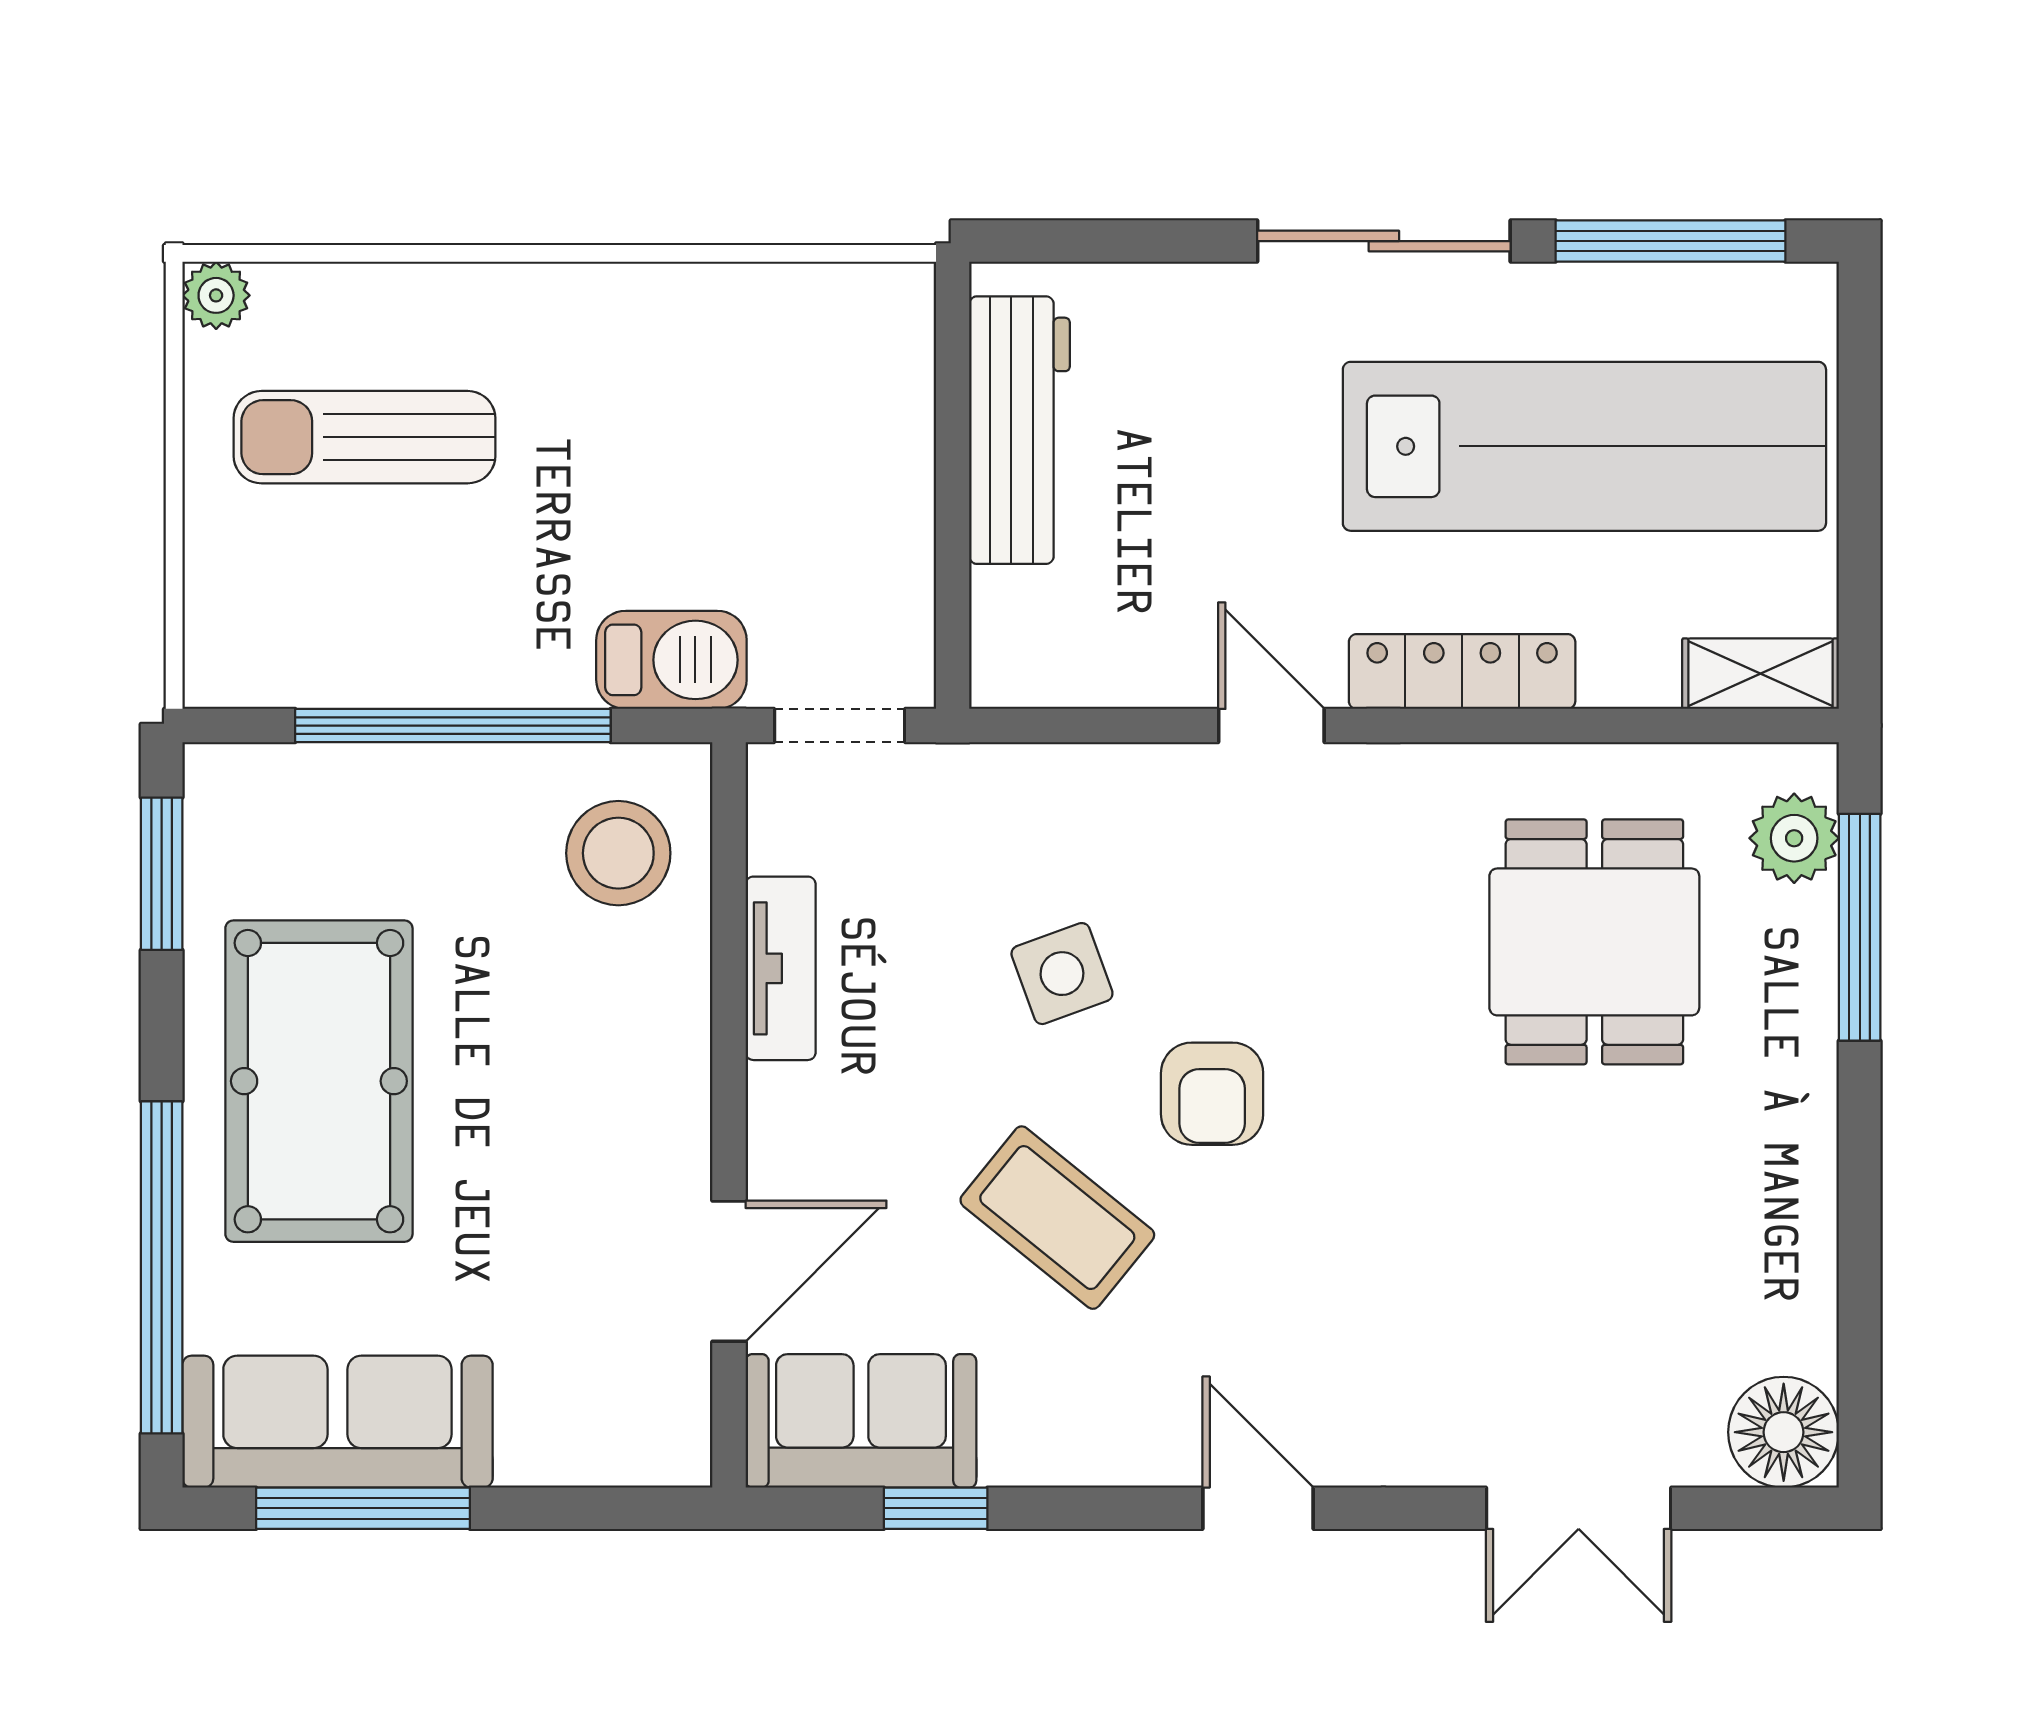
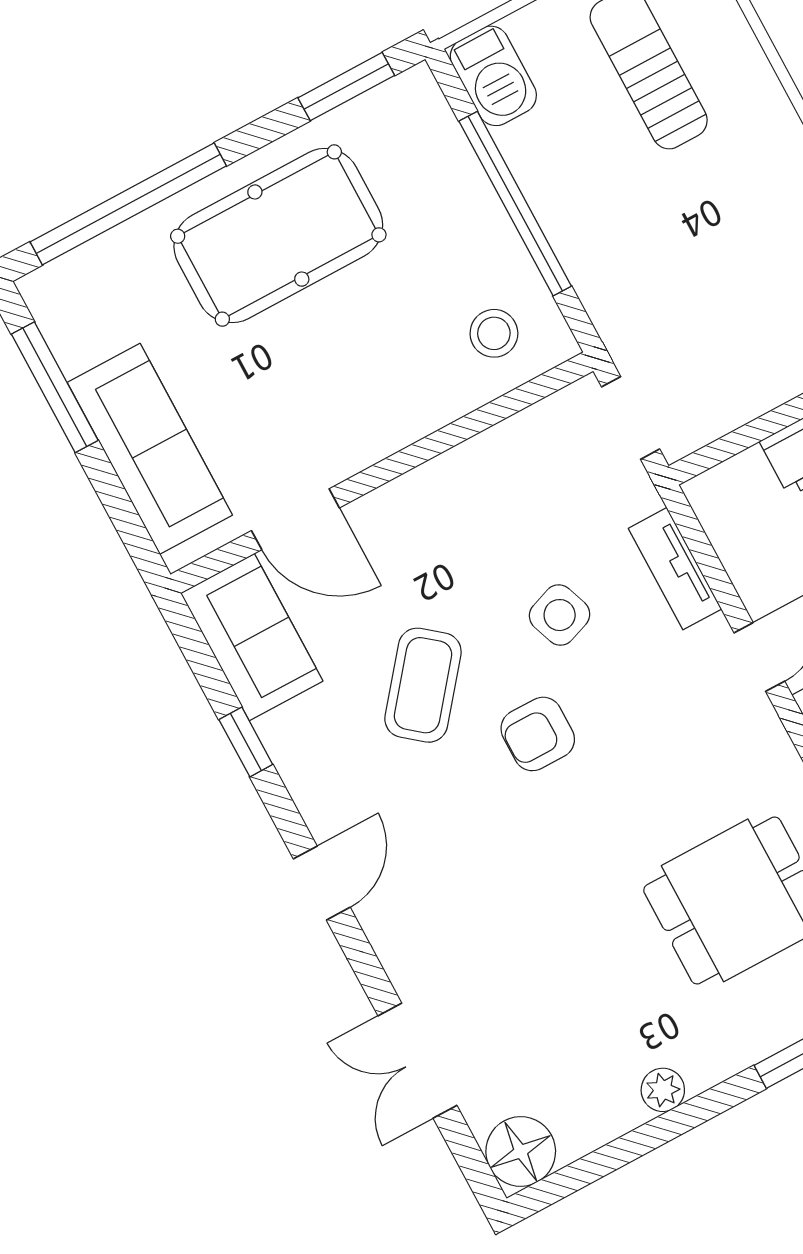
barbecue: (671, 660) -> (493, 76), moved
stool: (618, 853) -> (494, 333), width x0.73, depth x0.73
tv unit: (781, 968) -> (675, 569), moved, turned 90
plant: (1804, 1187) -> (663, 1090), added
sofa: (337, 1422) -> (150, 449), moved
window: (936, 1508) -> (246, 742), moved

